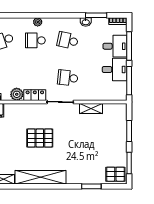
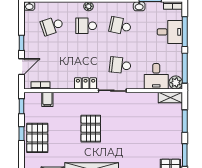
desk: (115, 69) -> (156, 76), moved, turned 90
plant: (17, 94) -> (176, 83), moved
shelving: (91, 109) -> (170, 98), moved
pallet: (40, 138) -> (91, 129), turned 90

